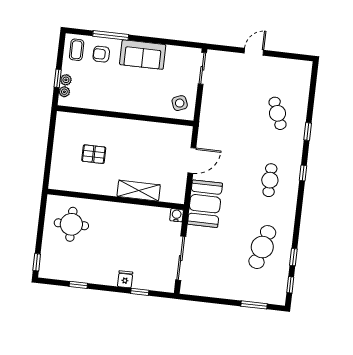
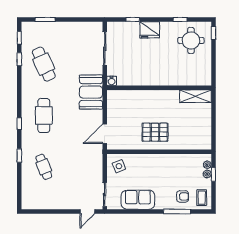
door: (254, 52) -> (87, 212), moved
sofa: (143, 55) -> (138, 200), moved
pallet: (94, 154) -> (155, 132), moved, width x1.50, depth x1.42
door: (192, 160) -> (105, 134), moved
cafe table: (270, 180) -> (44, 115), width x1.37, depth x1.35
shelving: (139, 191) -> (195, 96), moved
round table: (71, 224) -> (191, 40), moved
cafe table: (262, 247) -> (44, 64), turned -39
fridge: (125, 279) -> (150, 30), width x1.88, depth x1.34

